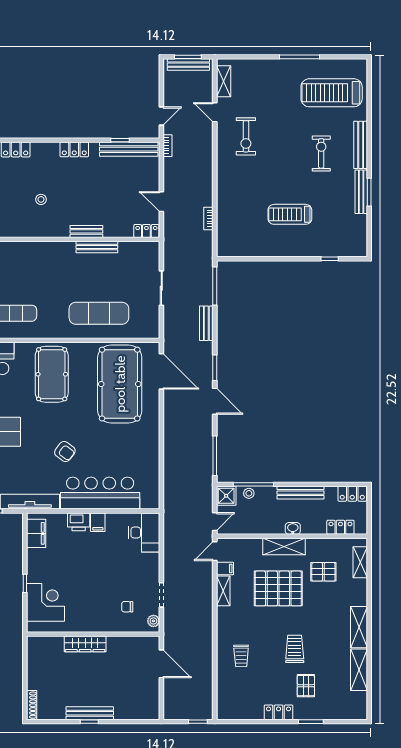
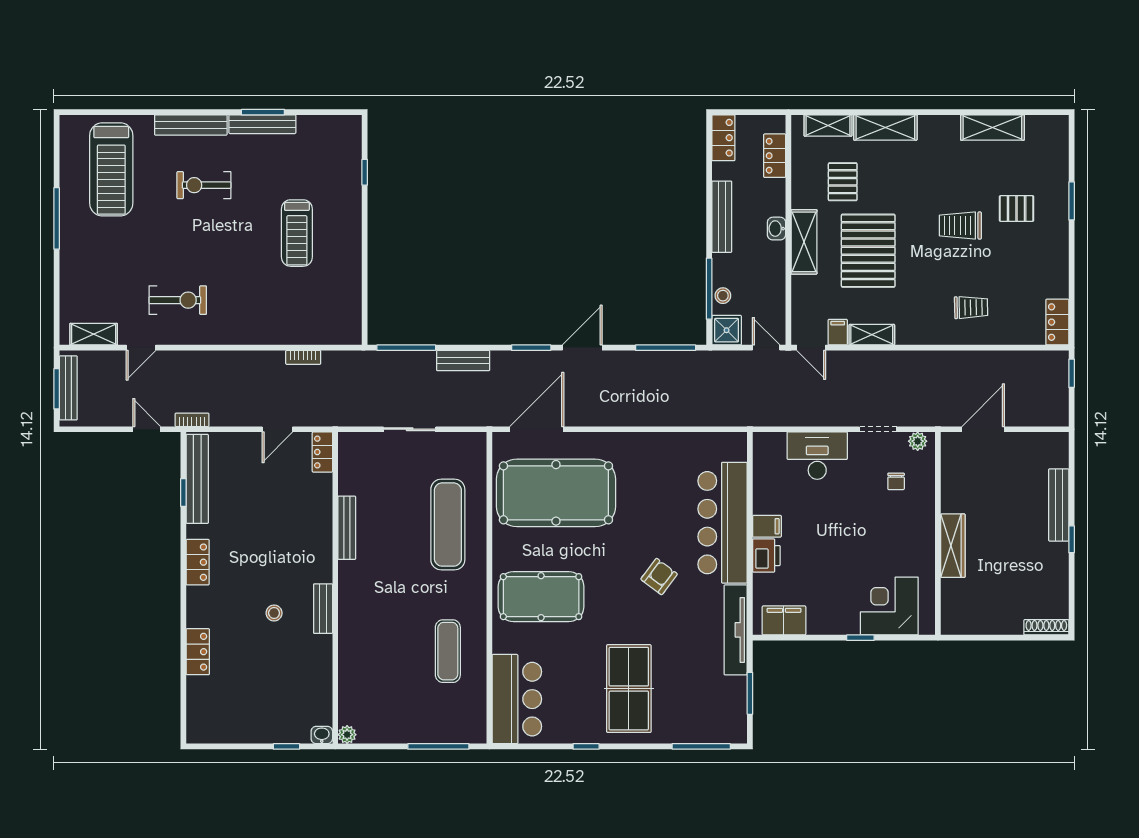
bench: (86, 231) -> (323, 609), moved
desk: (144, 533) -> (817, 456), moved
shelving: (359, 627) -> (885, 127), moved
locker: (279, 712) -> (1057, 322), moved
bench: (90, 713) -> (1059, 505), moved

